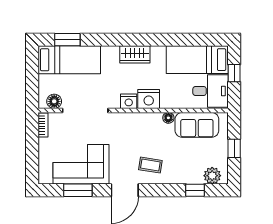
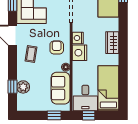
window: (234, 73) -> (89, 115), moved
armchair: (142, 130) -> (57, 47), added
window: (234, 148) -> (54, 115), moved
plant: (212, 176) -> (23, 87), moved

